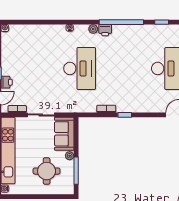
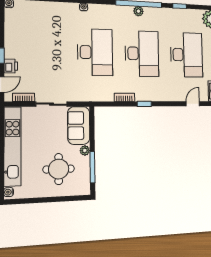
plant: (93, 29) -> (138, 11), moved
printer: (105, 30) -> (122, 11), removed
desk: (124, 68) -> (142, 54), added

